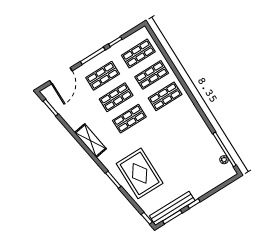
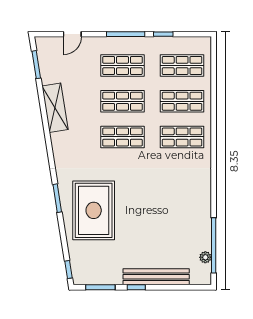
door: (61, 76) -> (72, 34), width x0.53
shelving: (90, 141) -> (55, 108), moved
bench: (172, 208) -> (156, 277), moved

